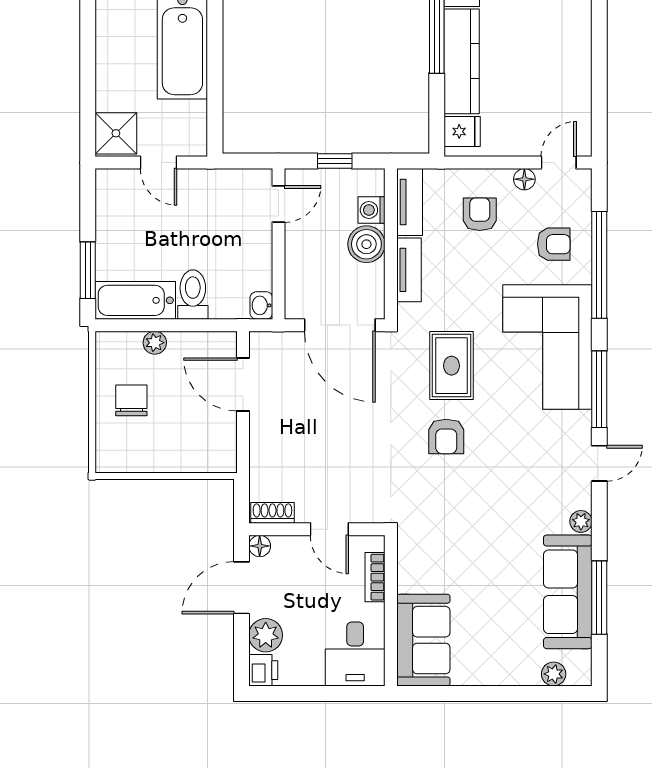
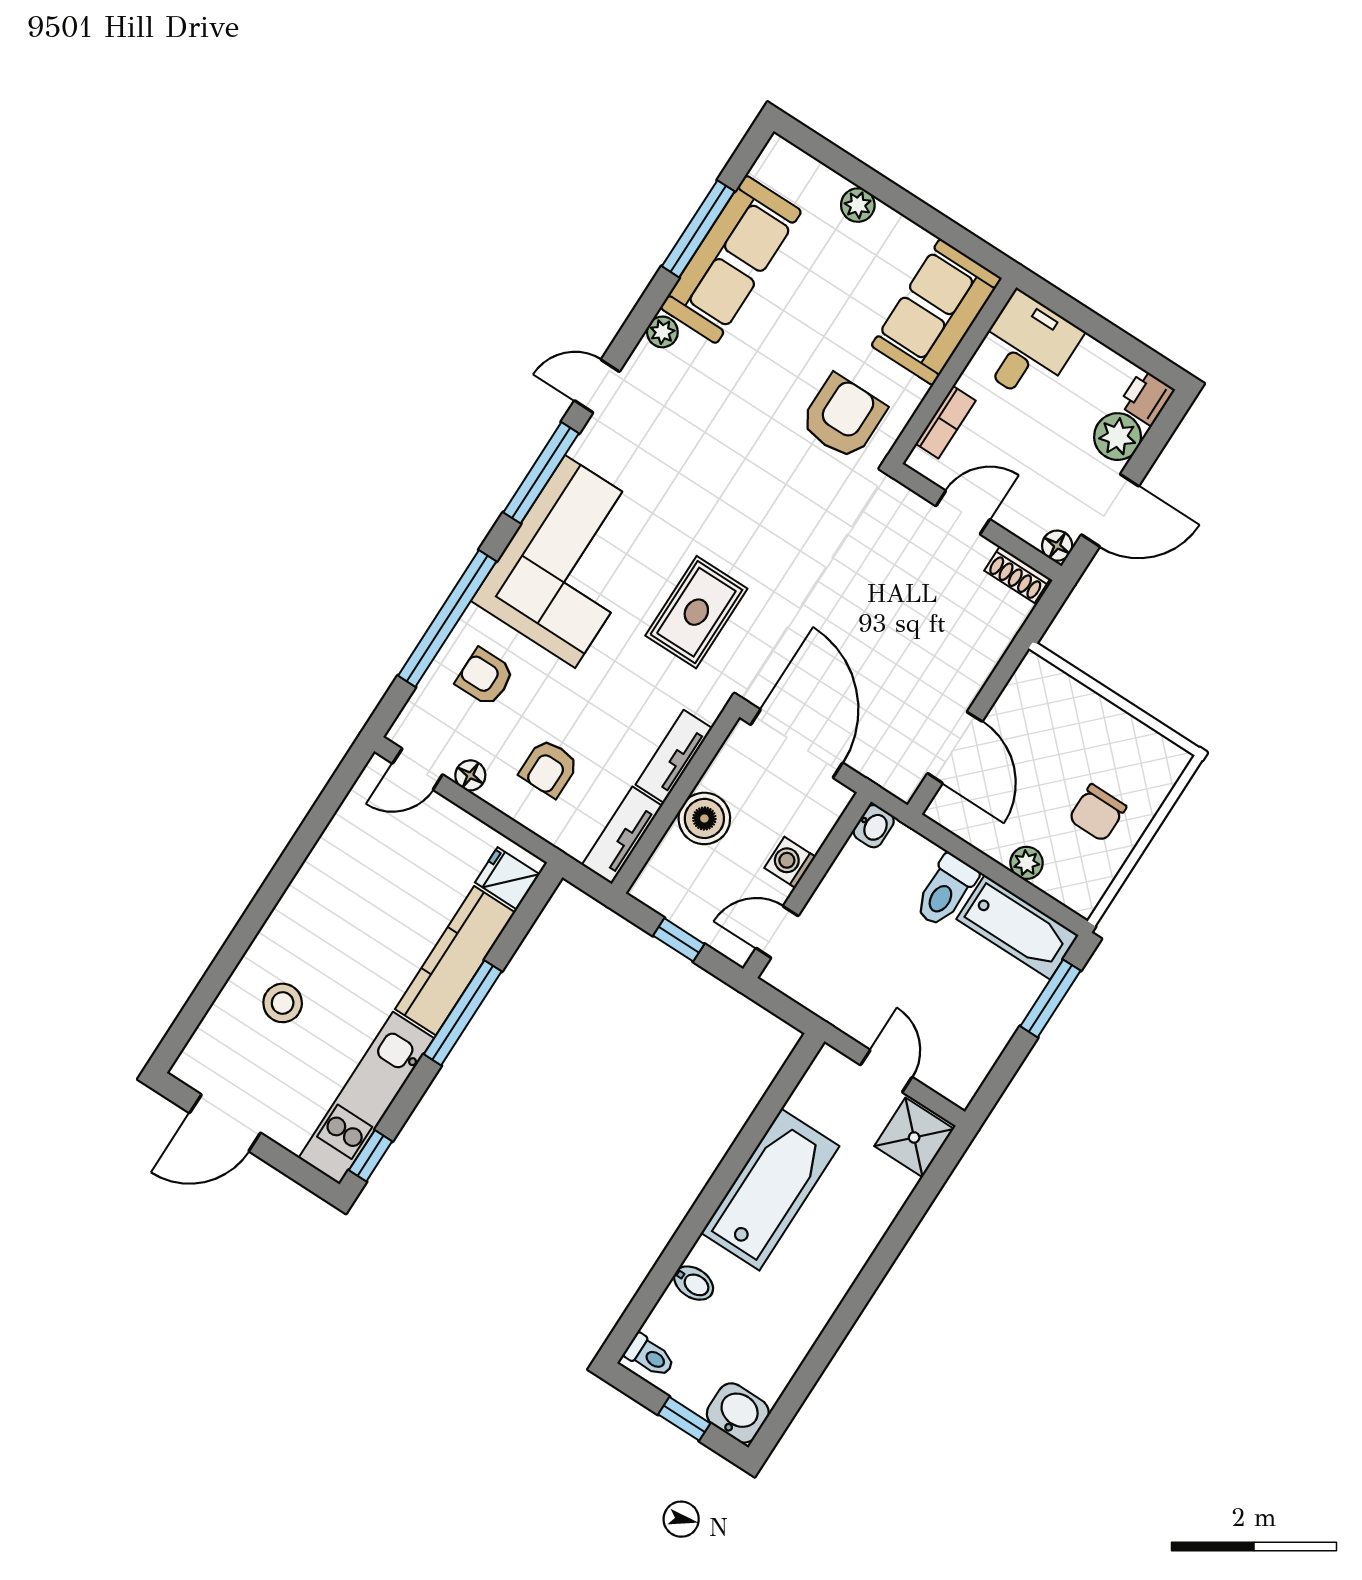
washing machine: (372, 210) -> (790, 862), moved, turned 180
armchair: (446, 436) -> (843, 417), moved, width x1.38, depth x1.38
door: (329, 529) -> (963, 513), hinge flipped
plant: (554, 674) -> (858, 205), moved

